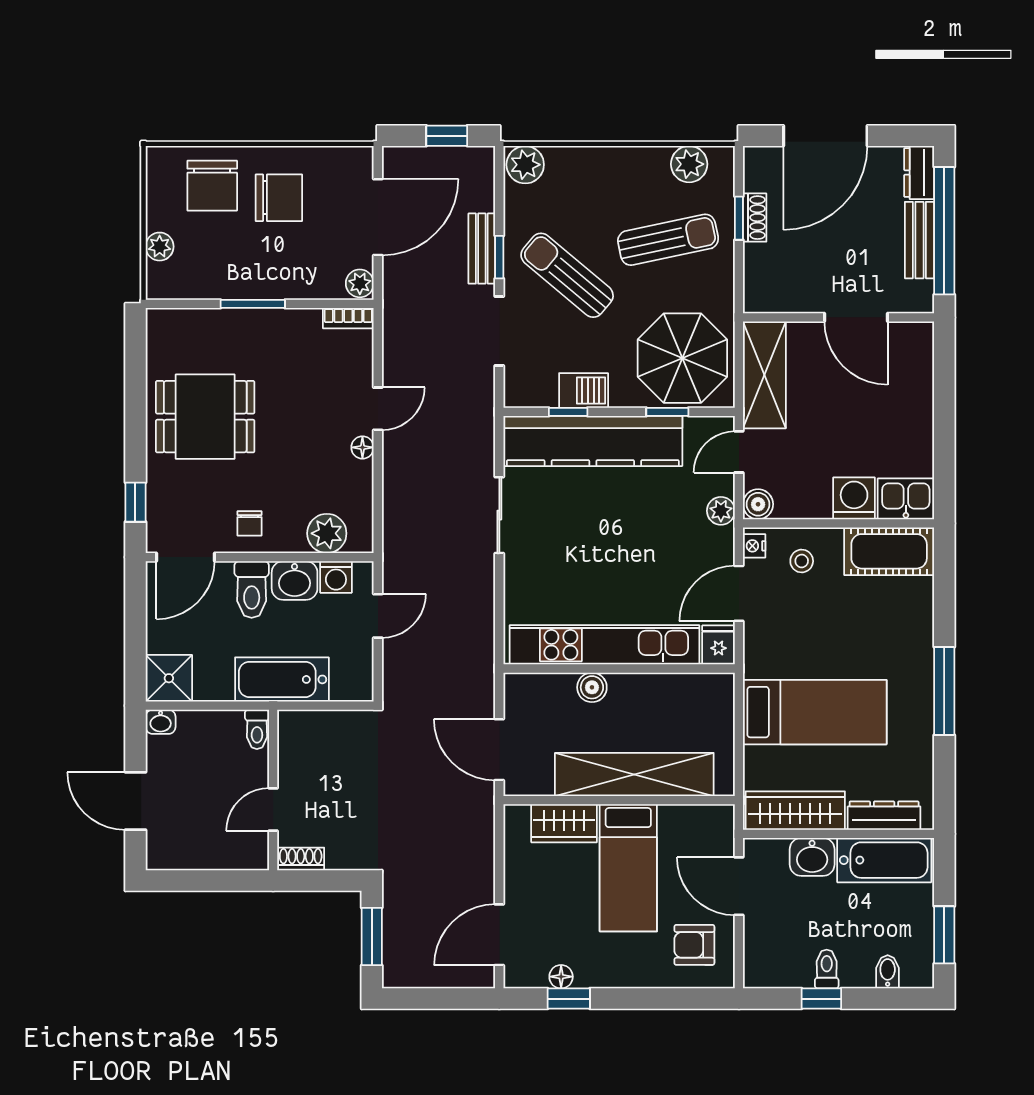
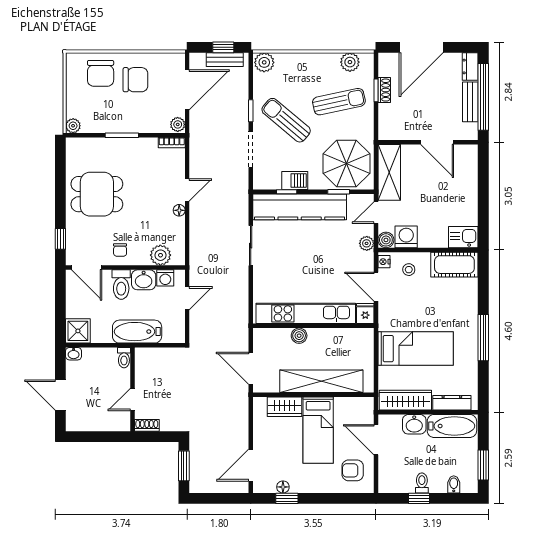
plant: (160, 247) -> (73, 126), moved
bench: (482, 249) -> (225, 60), moved, turned 90
washing machine: (854, 498) -> (406, 237), moved
door: (186, 557) -> (87, 268), hinge flipped
door: (739, 593) -> (376, 287), hinge flipped

